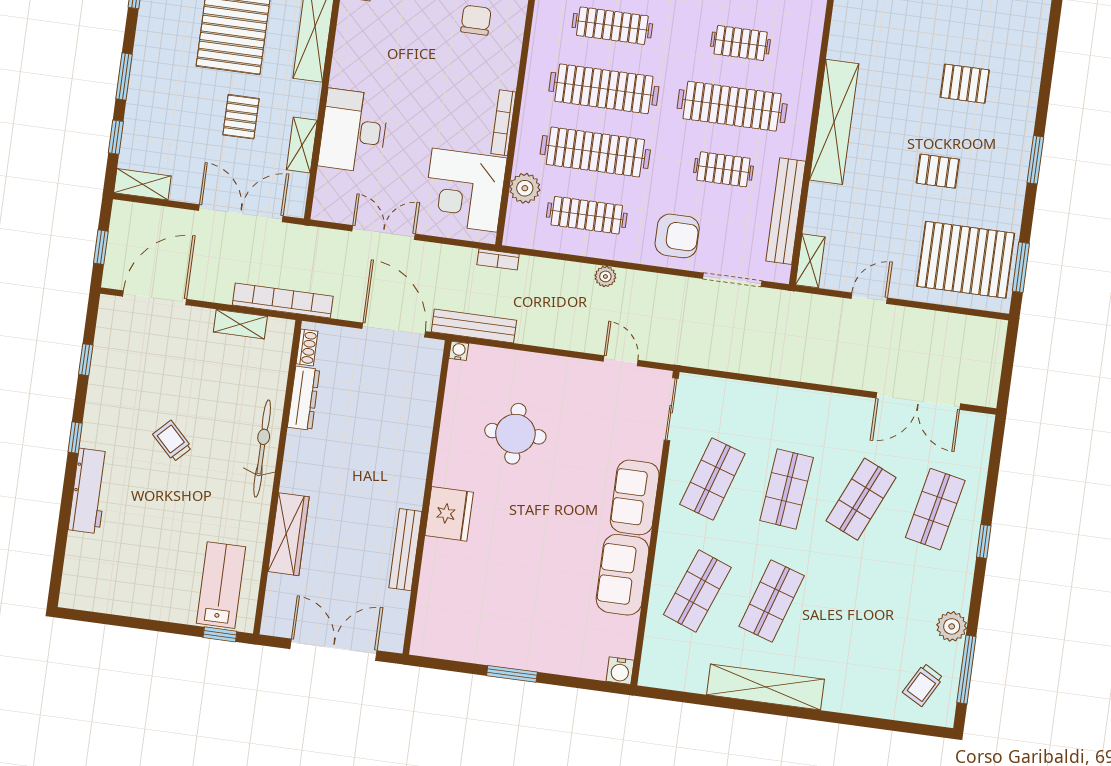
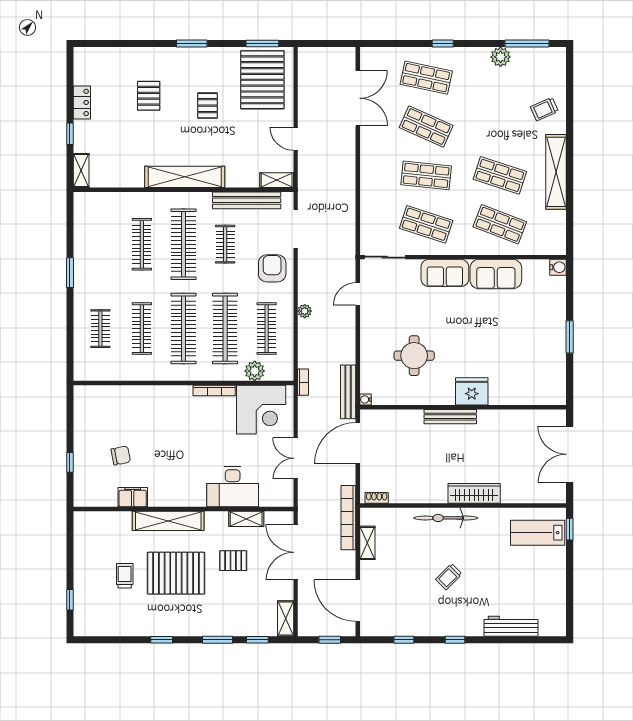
chair: (476, 20) -> (150, 417), removed
clothes rail: (741, 43) -> (142, 244), width x1.36
dresser: (304, 398) -> (410, 496), removed
workbench: (89, 491) -> (511, 626), moved
wardrobe: (289, 534) -> (474, 493), moved
bench: (405, 550) -> (450, 417), moved
trolley: (923, 685) -> (544, 109), moved, turned 127

